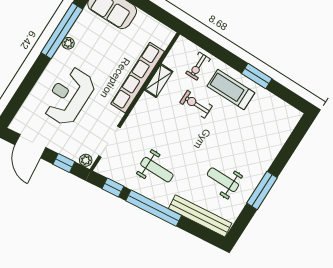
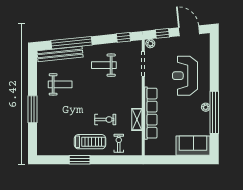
reception desk: (69, 96) -> (185, 76), turned 180
window: (262, 190) -> (33, 109), moved
window: (154, 208) -> (71, 43), moved

